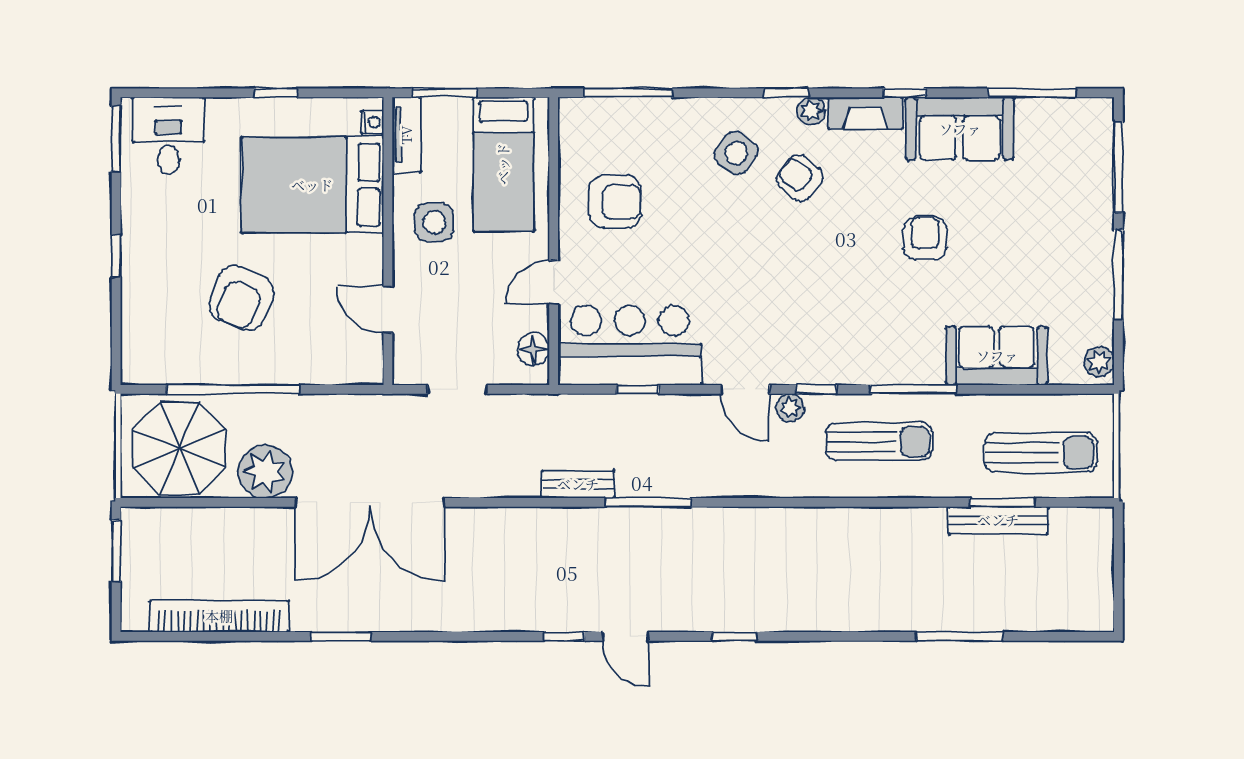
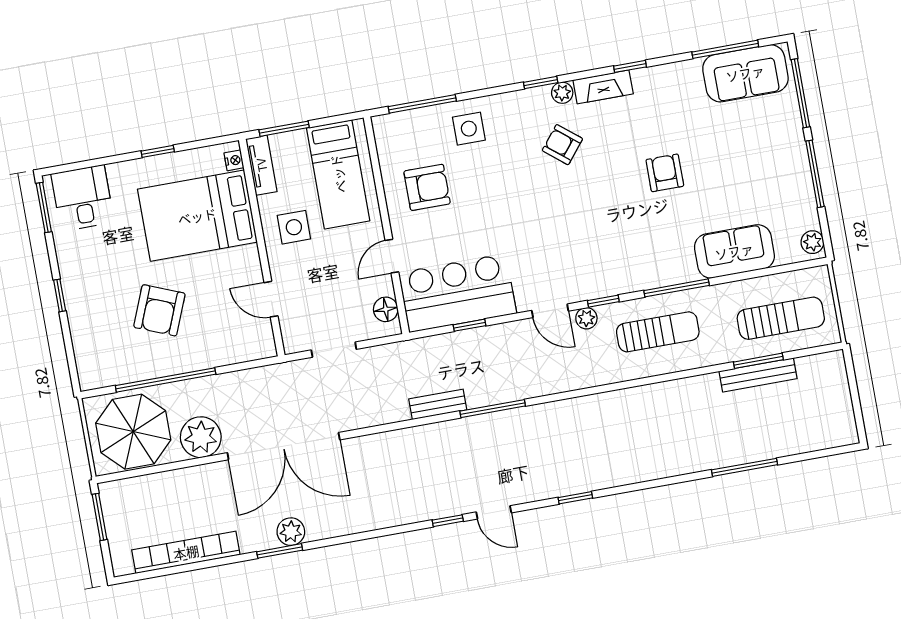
sofa: (960, 129) -> (745, 73), moved
side table: (736, 153) -> (469, 129), moved, turned -36
plant: (359, 614) -> (291, 532), added

